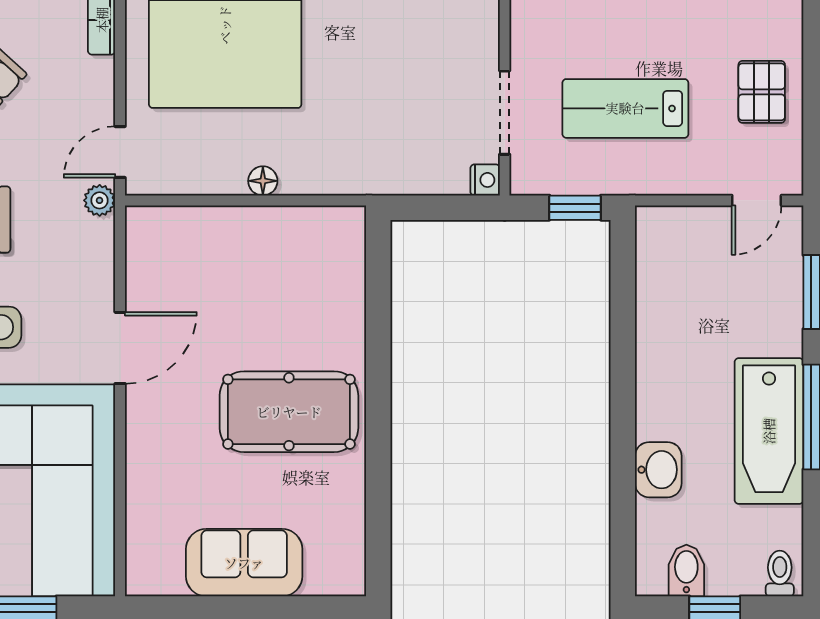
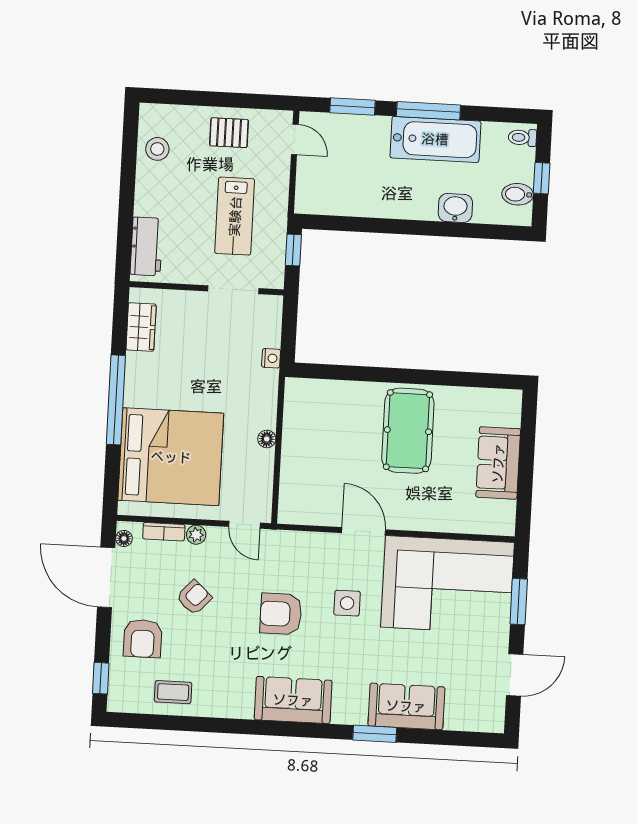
nightstand: (485, 180) -> (271, 358), moved, turned 90
plant: (100, 200) -> (196, 535), moved

